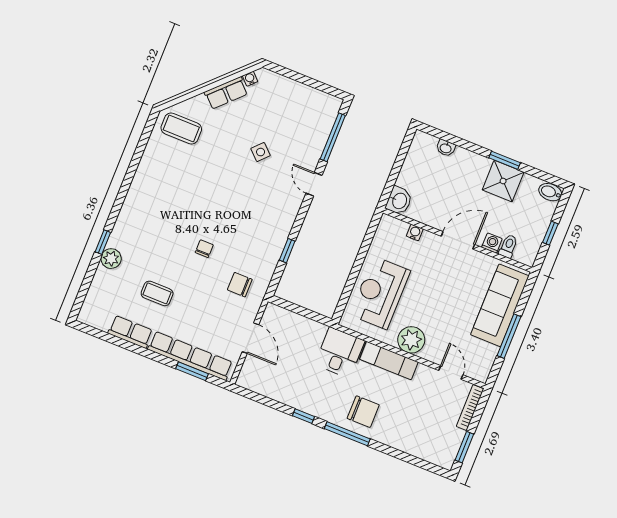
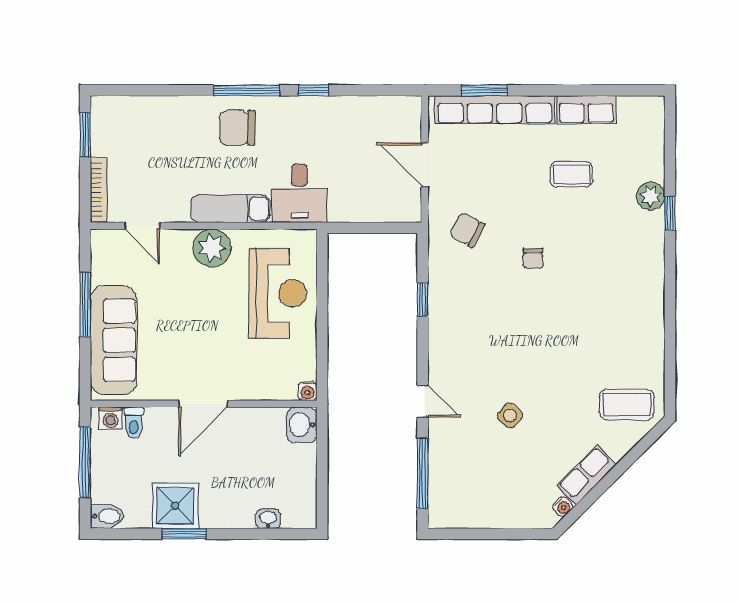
water cooler: (415, 232) -> (308, 391), moved
window: (550, 233) -> (85, 462), width x2.17
washing machine: (492, 243) -> (111, 418), moved
chair: (240, 285) -> (467, 230), turned -151

